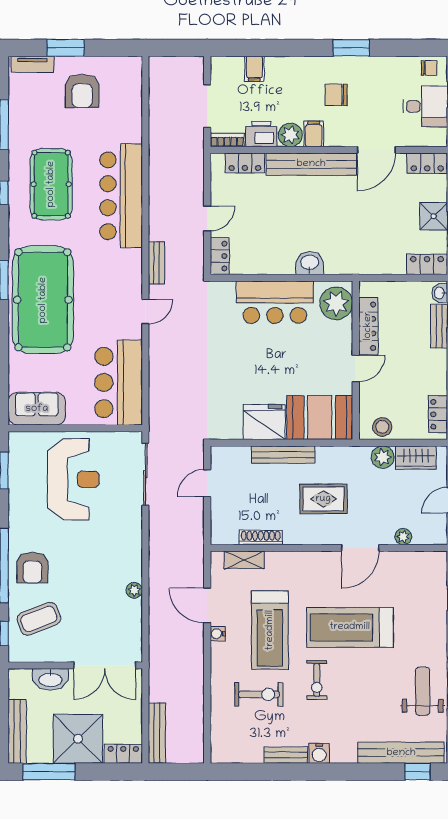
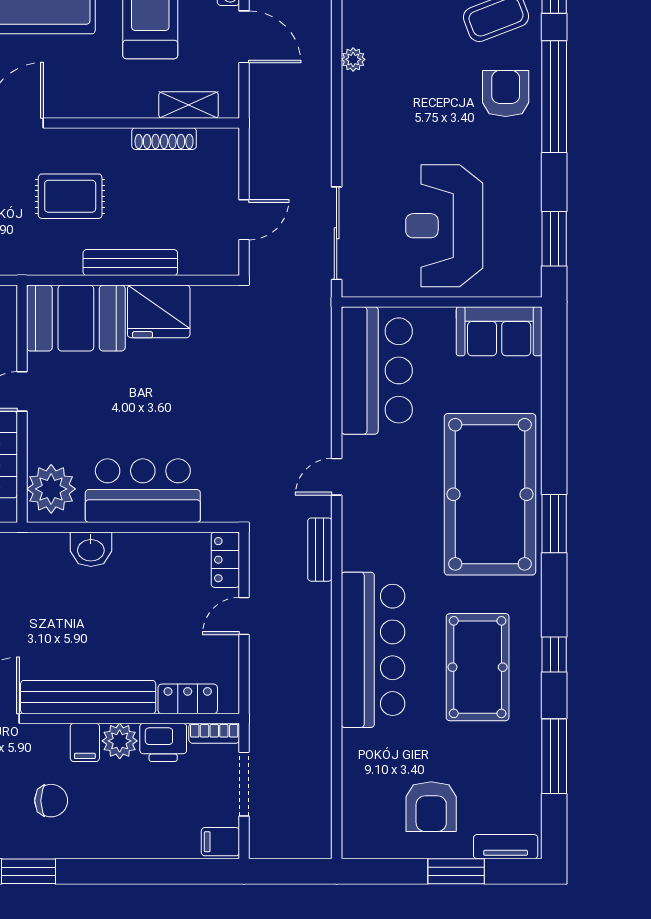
filing cabinet: (254, 69) -> (220, 842), moved, turned -90
armchair: (82, 91) -> (431, 807), turned 180

